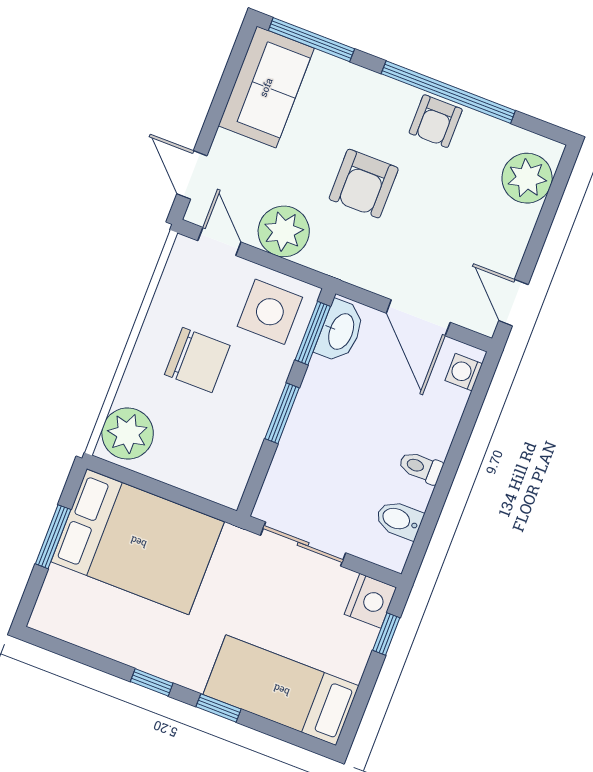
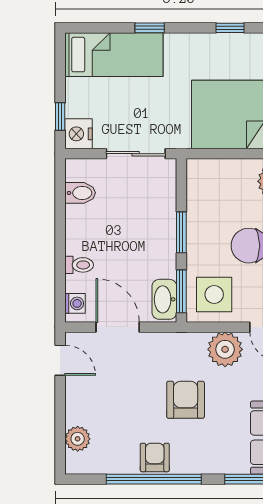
plant: (527, 178) -> (78, 439), width x0.73, depth x0.73
toilet: (421, 467) -> (79, 265), moved
window: (152, 682) -> (230, 28), moved

